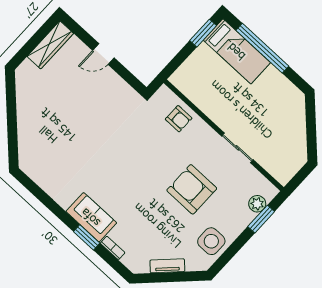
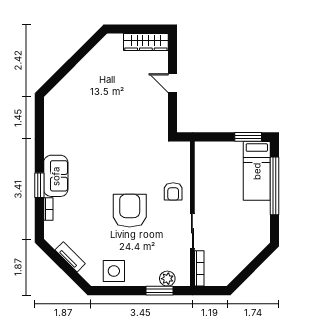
armchair: (179, 119) -> (173, 191), moved
bookcase: (273, 170) -> (199, 268), added
armchair: (192, 189) -> (130, 211), moved

